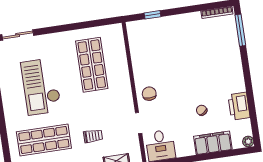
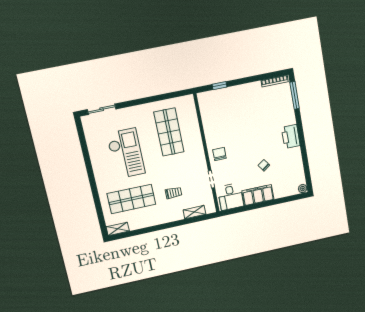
checkout: (41, 86) -> (126, 153), turned 180
printer: (239, 106) -> (291, 137), moved
filing cabinet: (213, 143) -> (258, 195), moved

